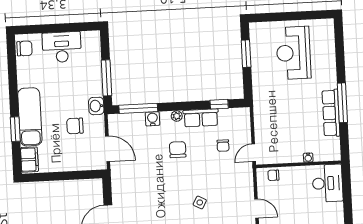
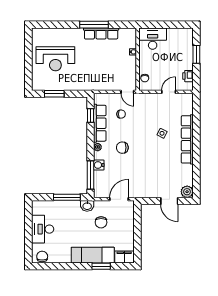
row of seats: (201, 118) -> (100, 123), width x1.48

